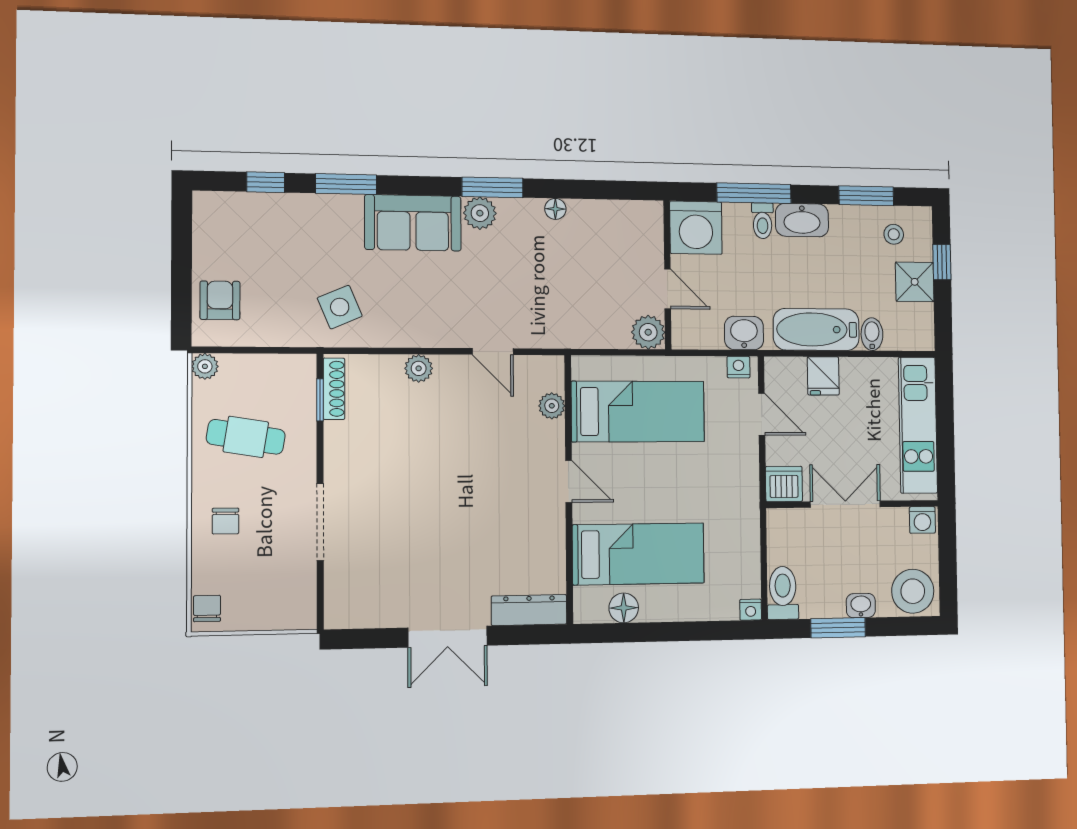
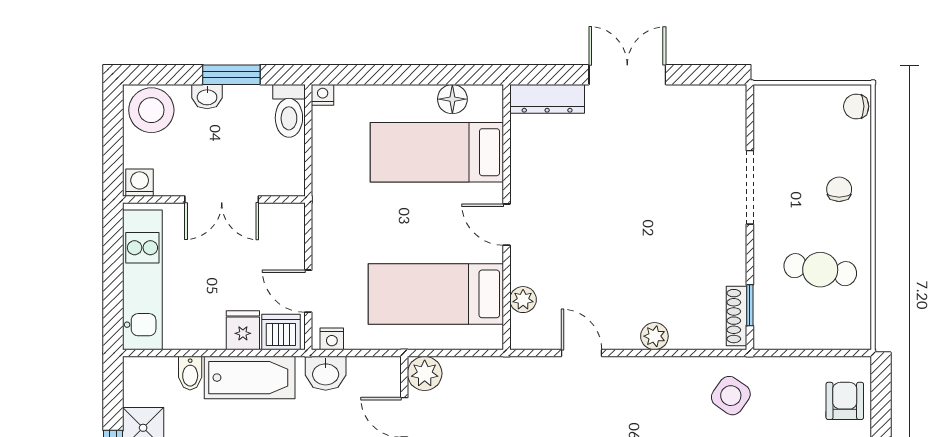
armchair: (220, 300) -> (845, 401), turned 180
side table: (340, 307) -> (731, 396), turned -32
plant: (205, 366) -> (859, 337), removed
dishwasher: (784, 484) -> (281, 332), moved, turned 180
chair: (207, 609) -> (856, 106), turned 90

